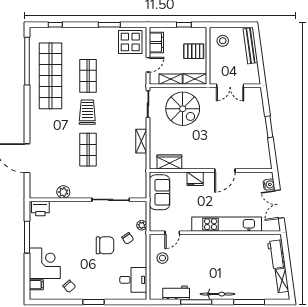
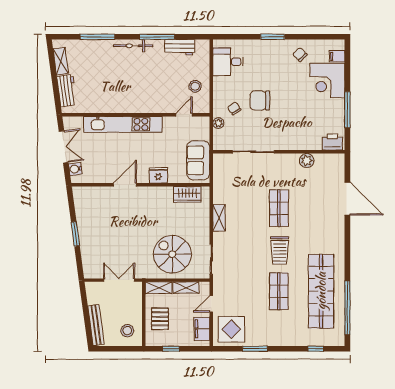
pallet: (194, 51) -> (160, 319), turned 90

